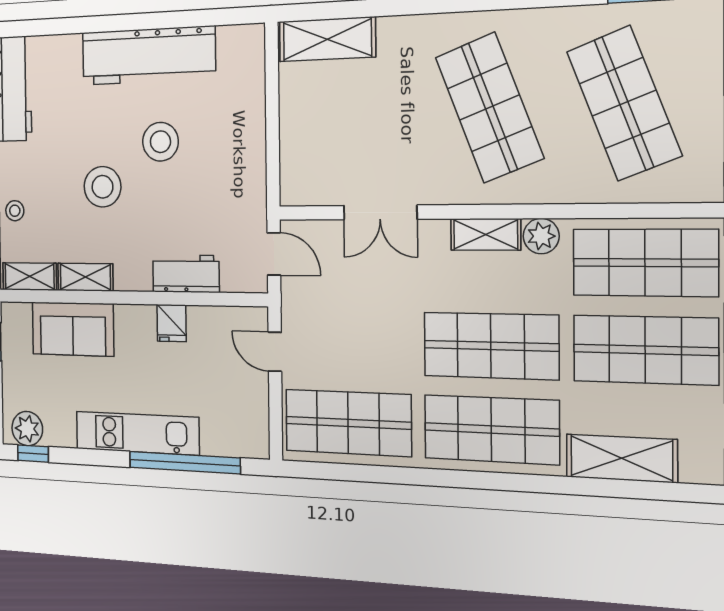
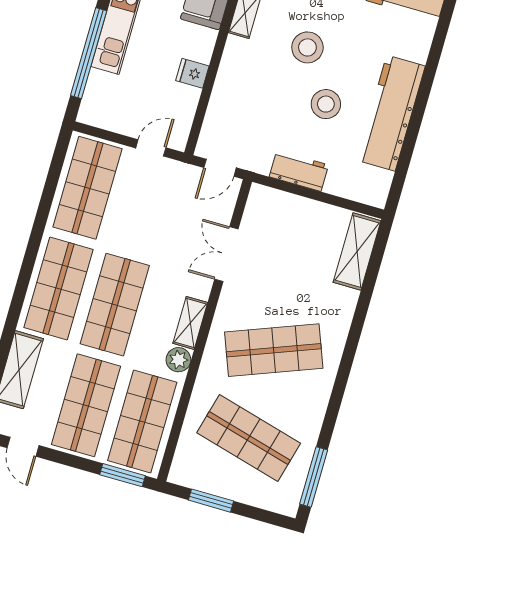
shop shelf: (624, 103) -> (249, 438), turned 36
workbench: (186, 274) -> (299, 171), moved, turned -90

